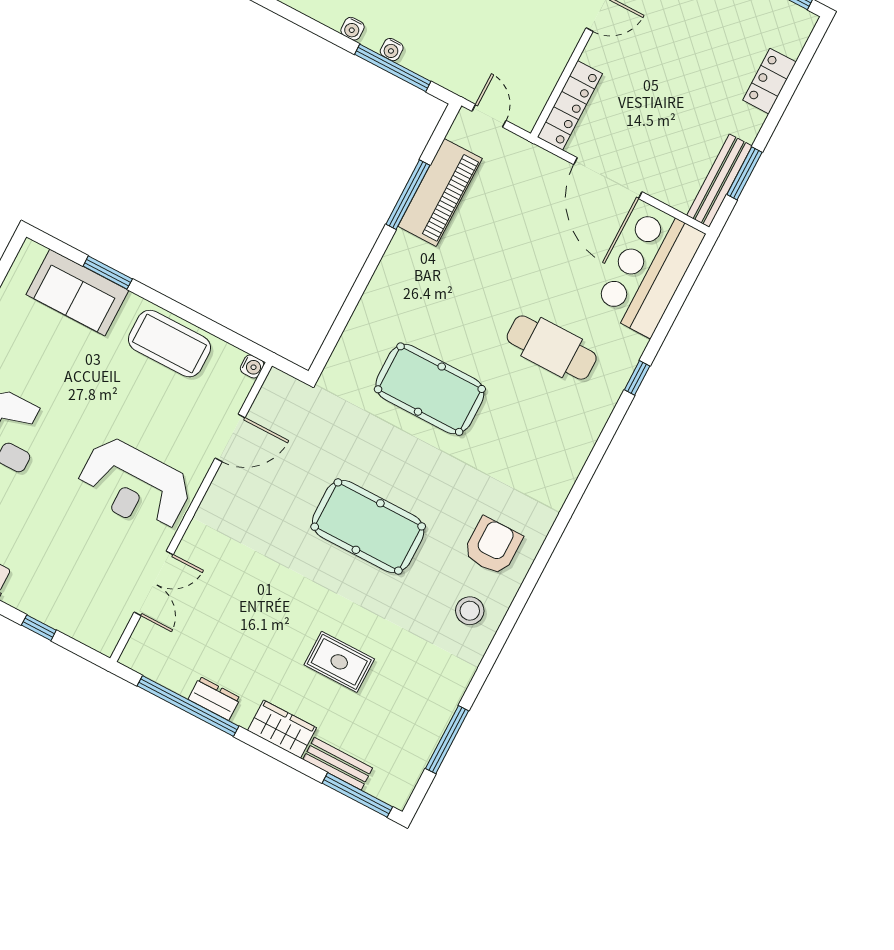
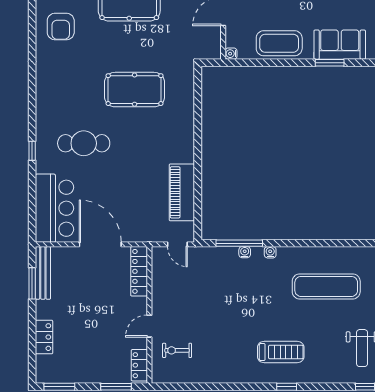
window: (408, 195) -> (198, 183), removed

